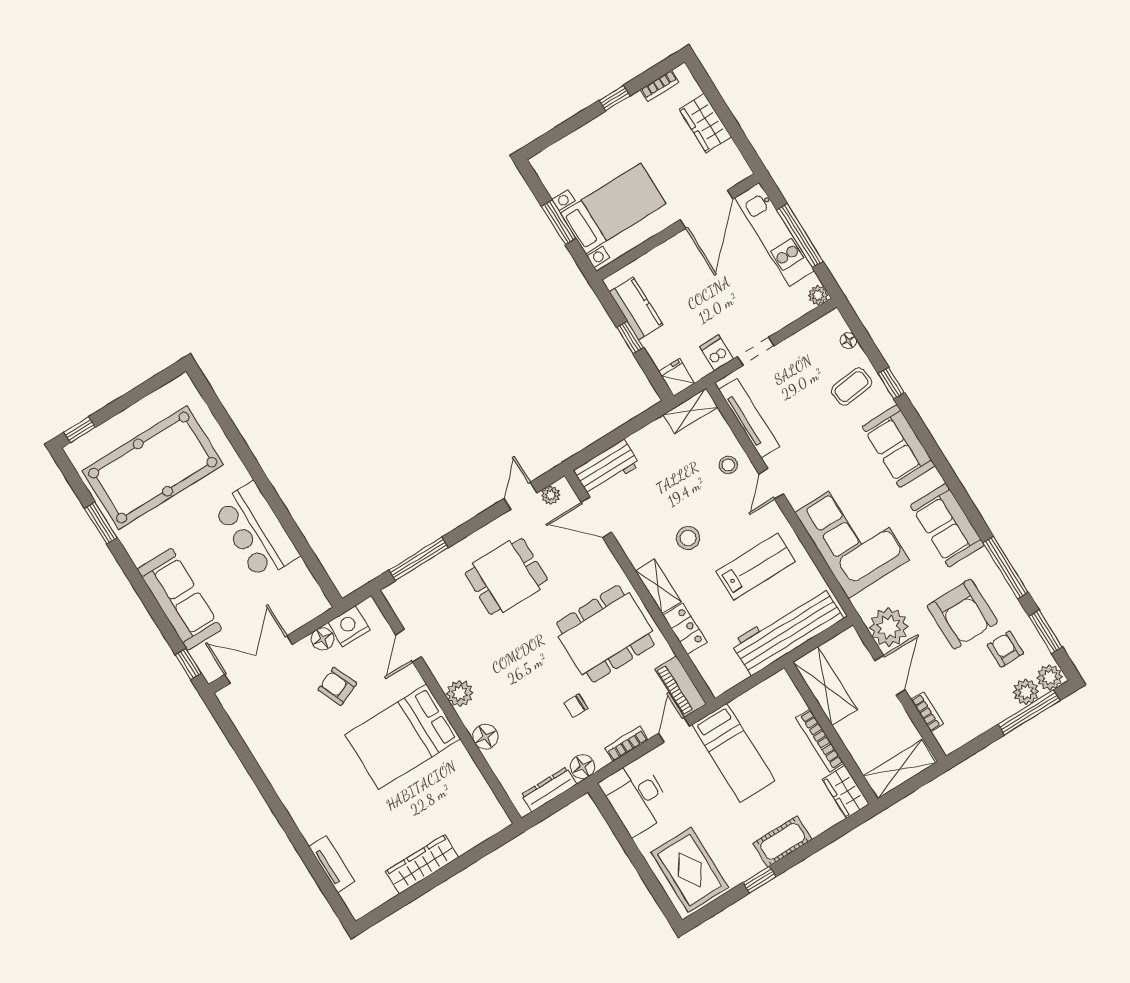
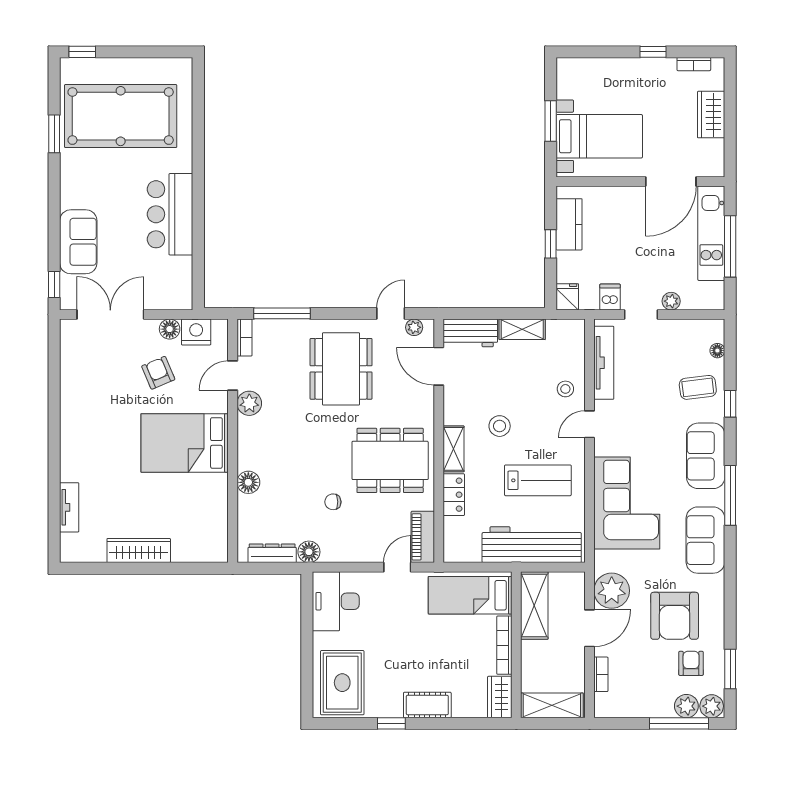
plant: (818, 295) -> (671, 301), moved
shelving: (690, 411) -> (522, 329), moved
window: (1006, 567) -> (730, 495), moved
dining table: (506, 576) -> (341, 369), width x1.38
sofa: (179, 599) -> (78, 242), width x0.73
plant: (460, 693) -> (249, 403), moved
bookcase: (626, 744) -> (244, 338), moved, turned 90
bed: (733, 753) -> (470, 595), moved, turned 90

